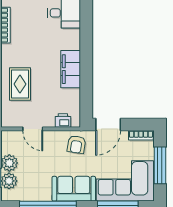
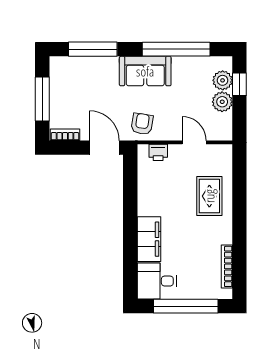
filing cabinet: (71, 69) -> (149, 239), moved
door: (108, 125) -> (104, 148), hinge flipped
corner sofa: (125, 181) -> (84, 80), removed

